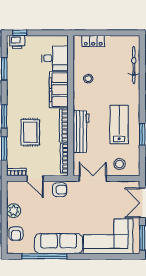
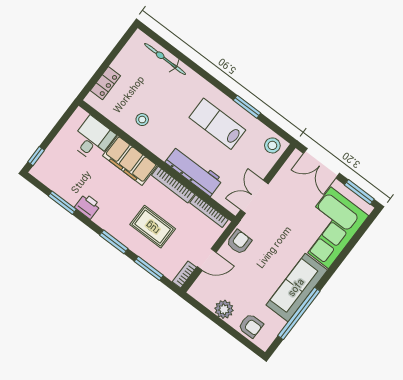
printer: (17, 42) -> (88, 206), moved, turned -90
stool: (120, 164) -> (272, 145), moved

